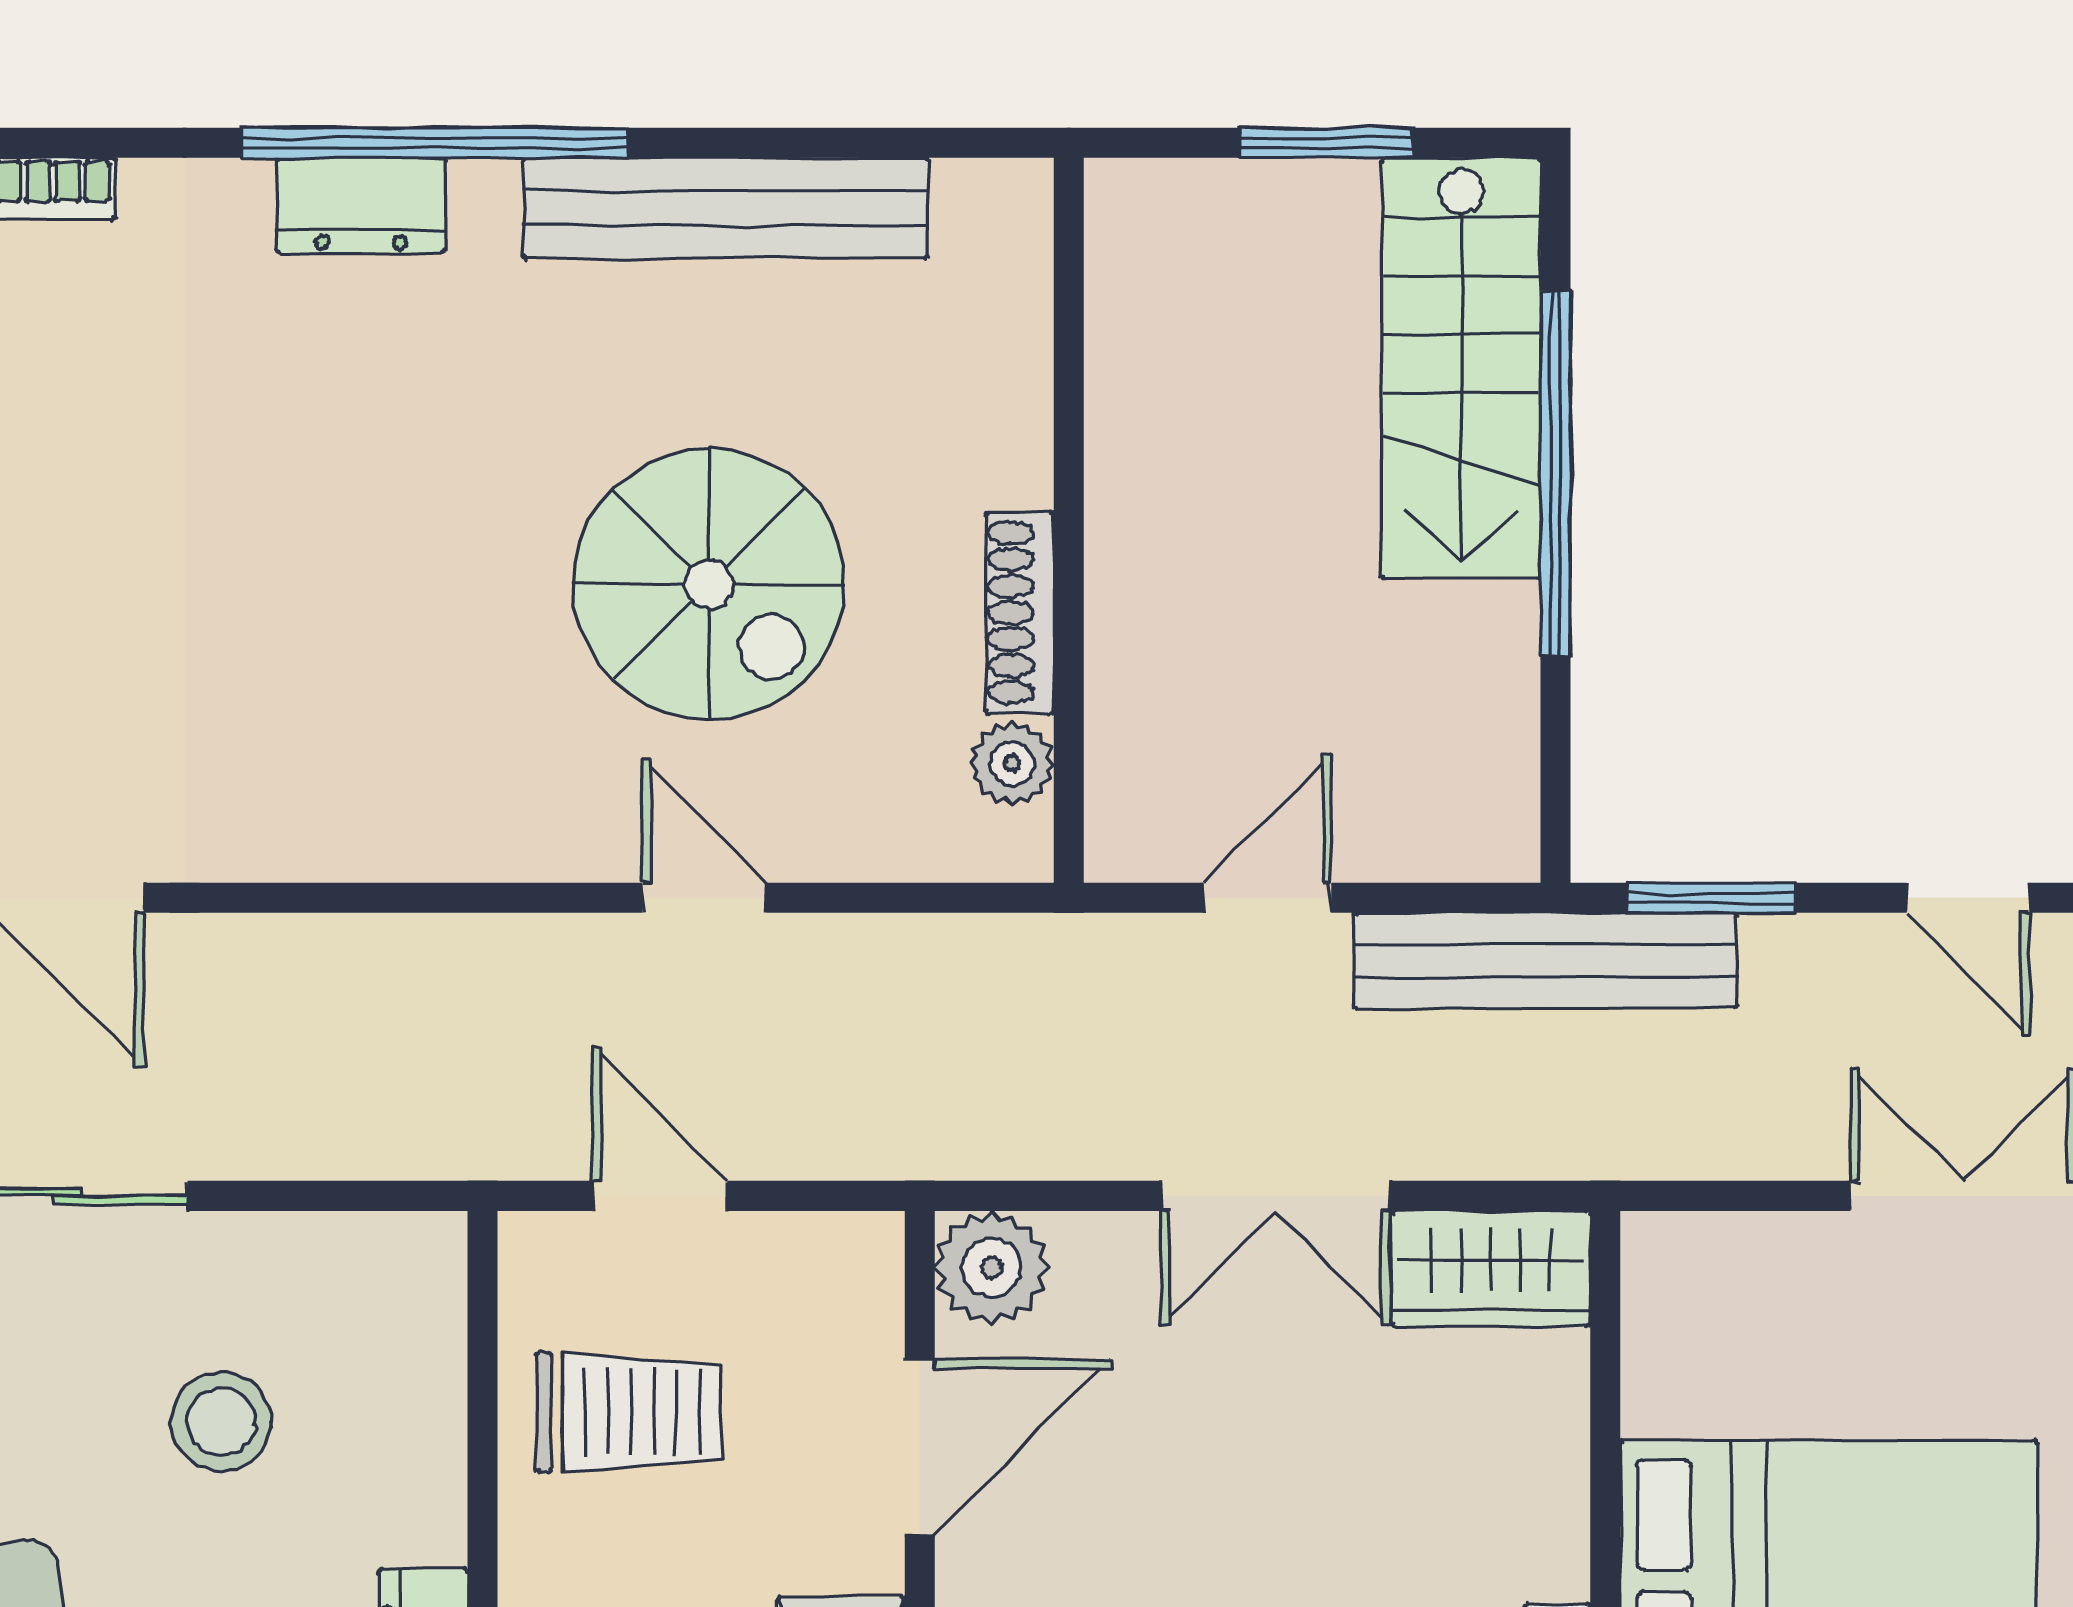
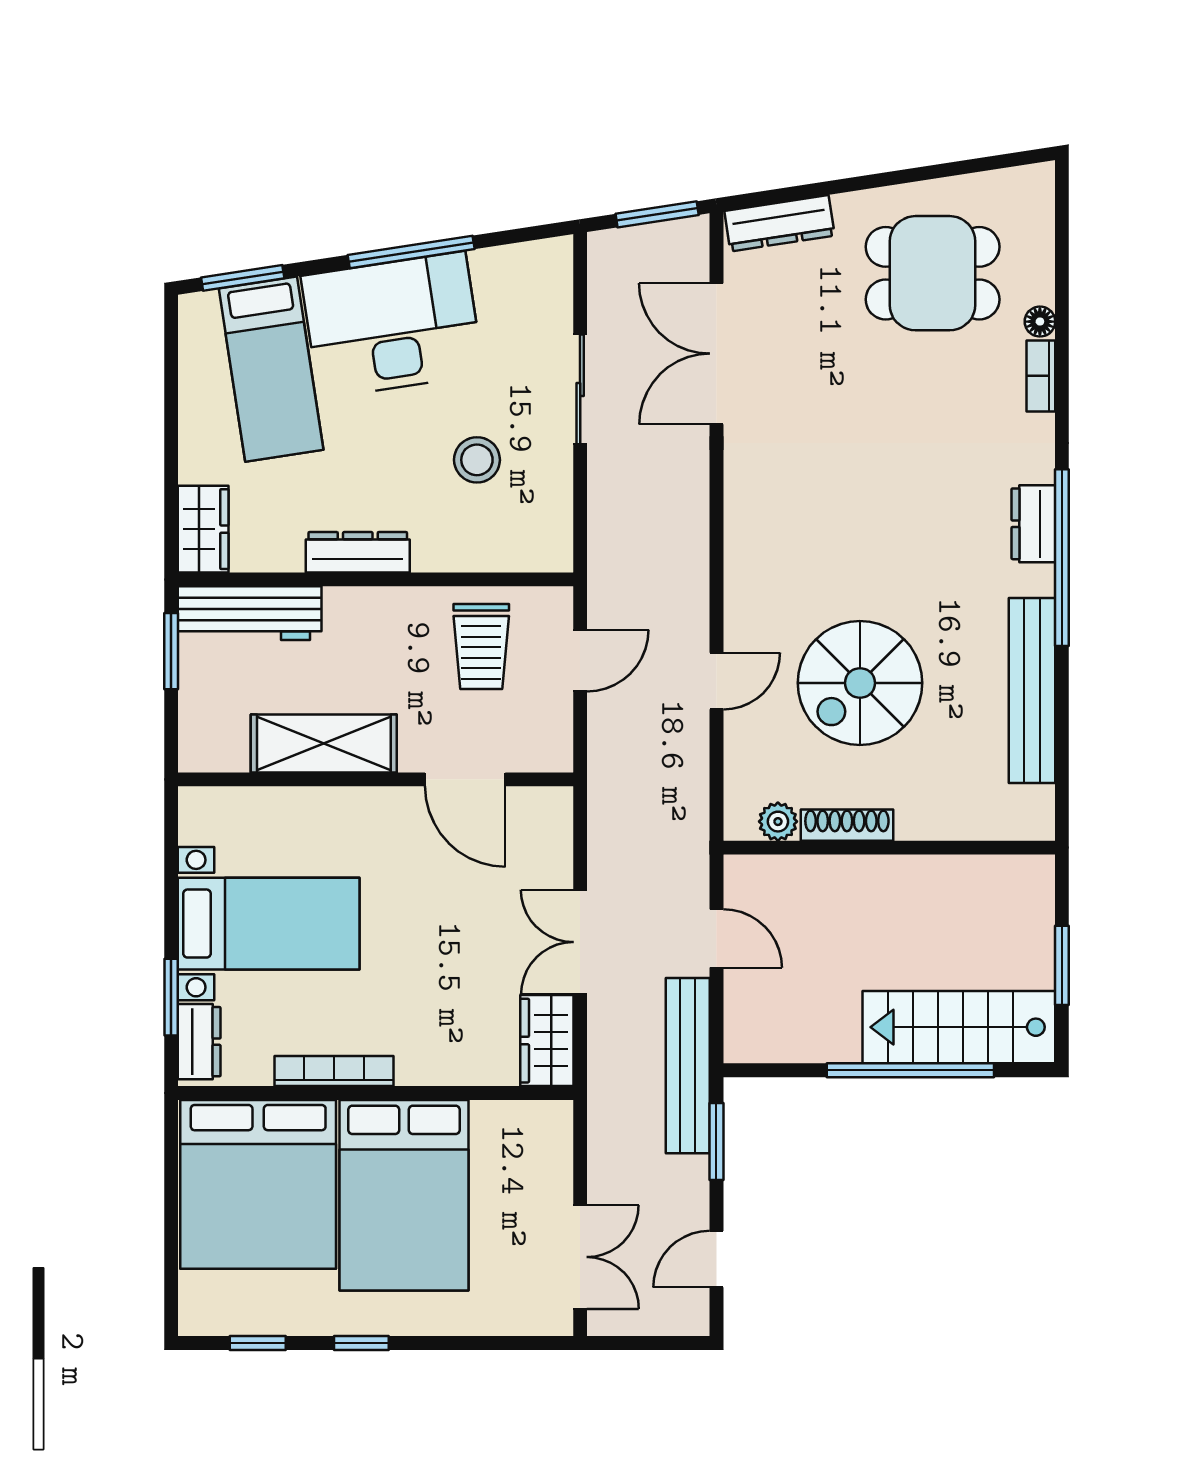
plant: (992, 1268) -> (547, 812), removed

